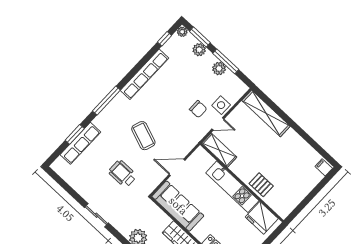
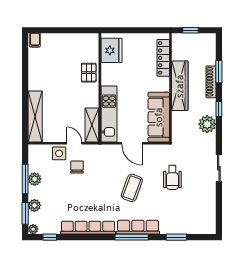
row of seats: (80, 143) -> (138, 227), moved
kitchen unit: (232, 187) -> (109, 114), moved

